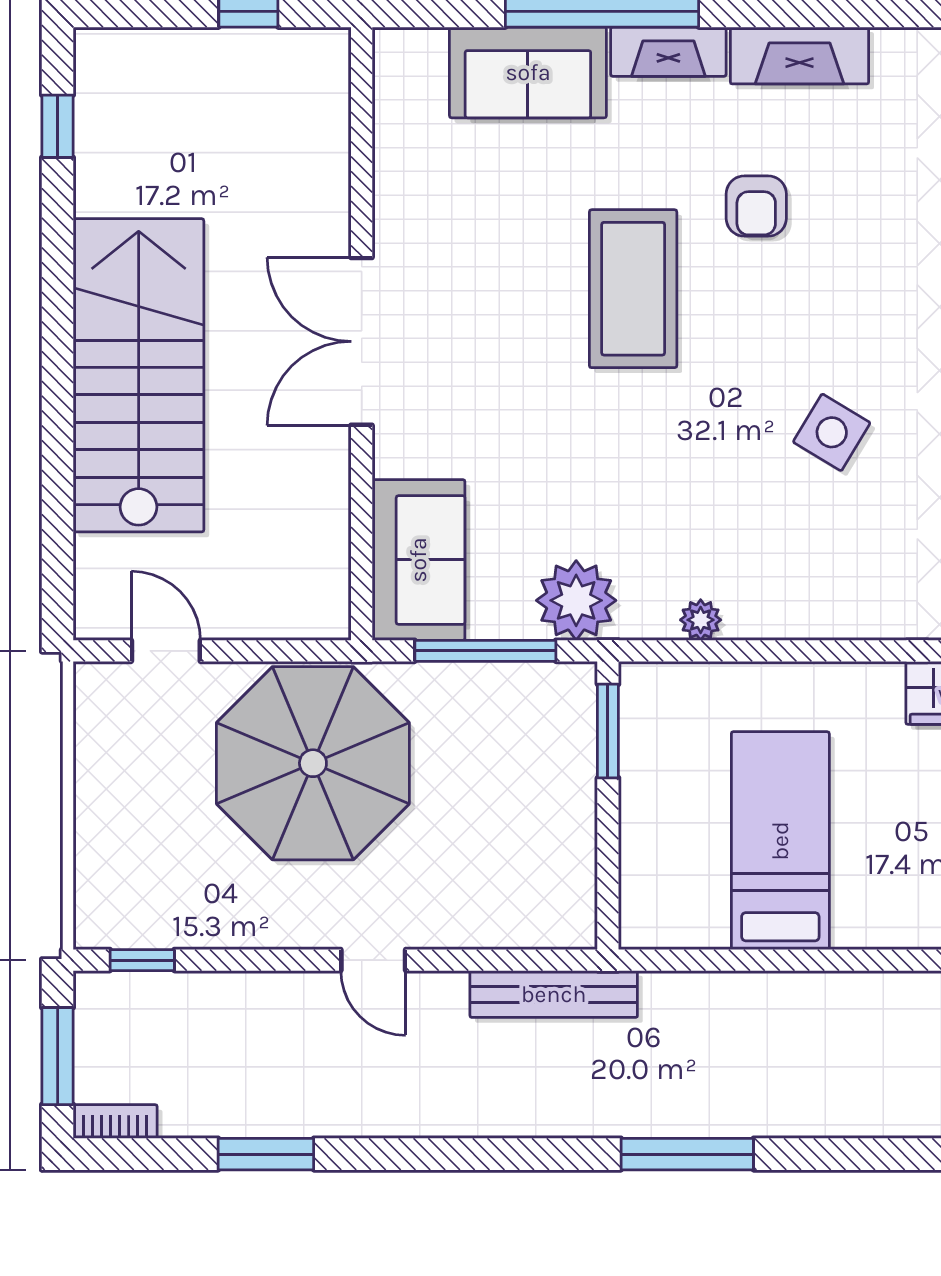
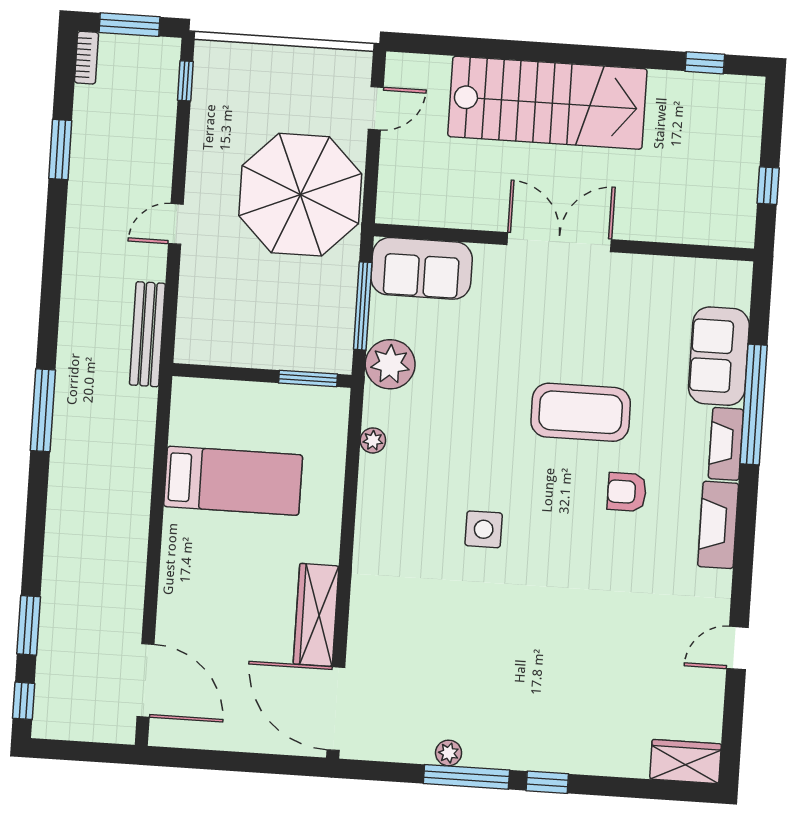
side table: (832, 432) -> (484, 529), turned -31

